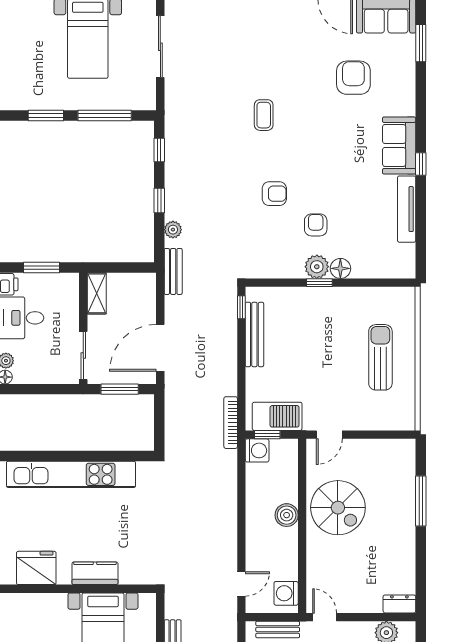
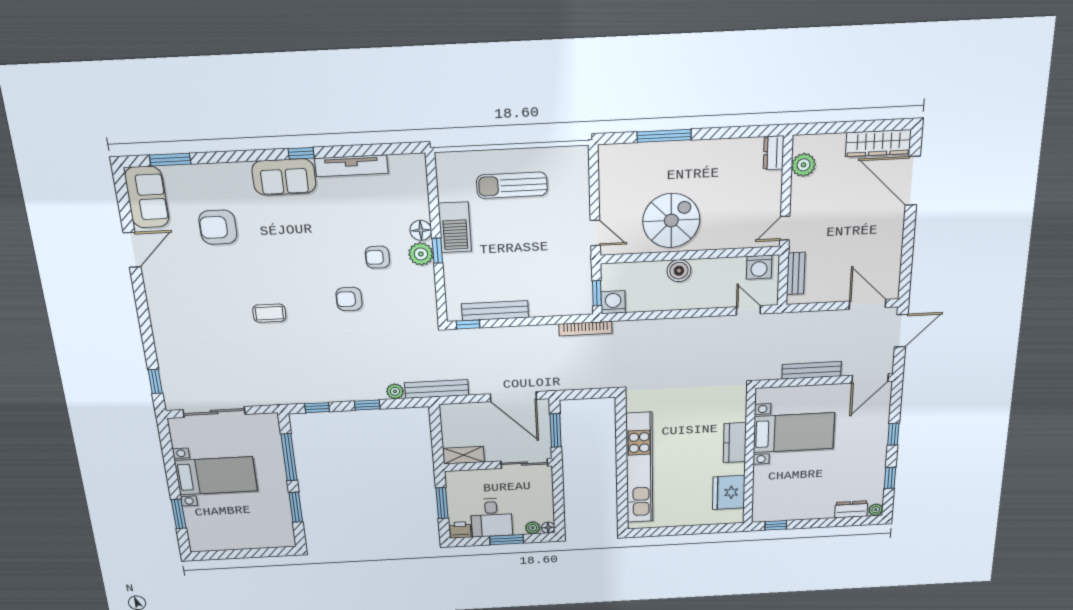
armchair: (274, 194) -> (349, 299), turned -90
bench: (173, 271) -> (437, 389), width x1.36
barbecue: (277, 416) -> (455, 227), moved, turned 180

